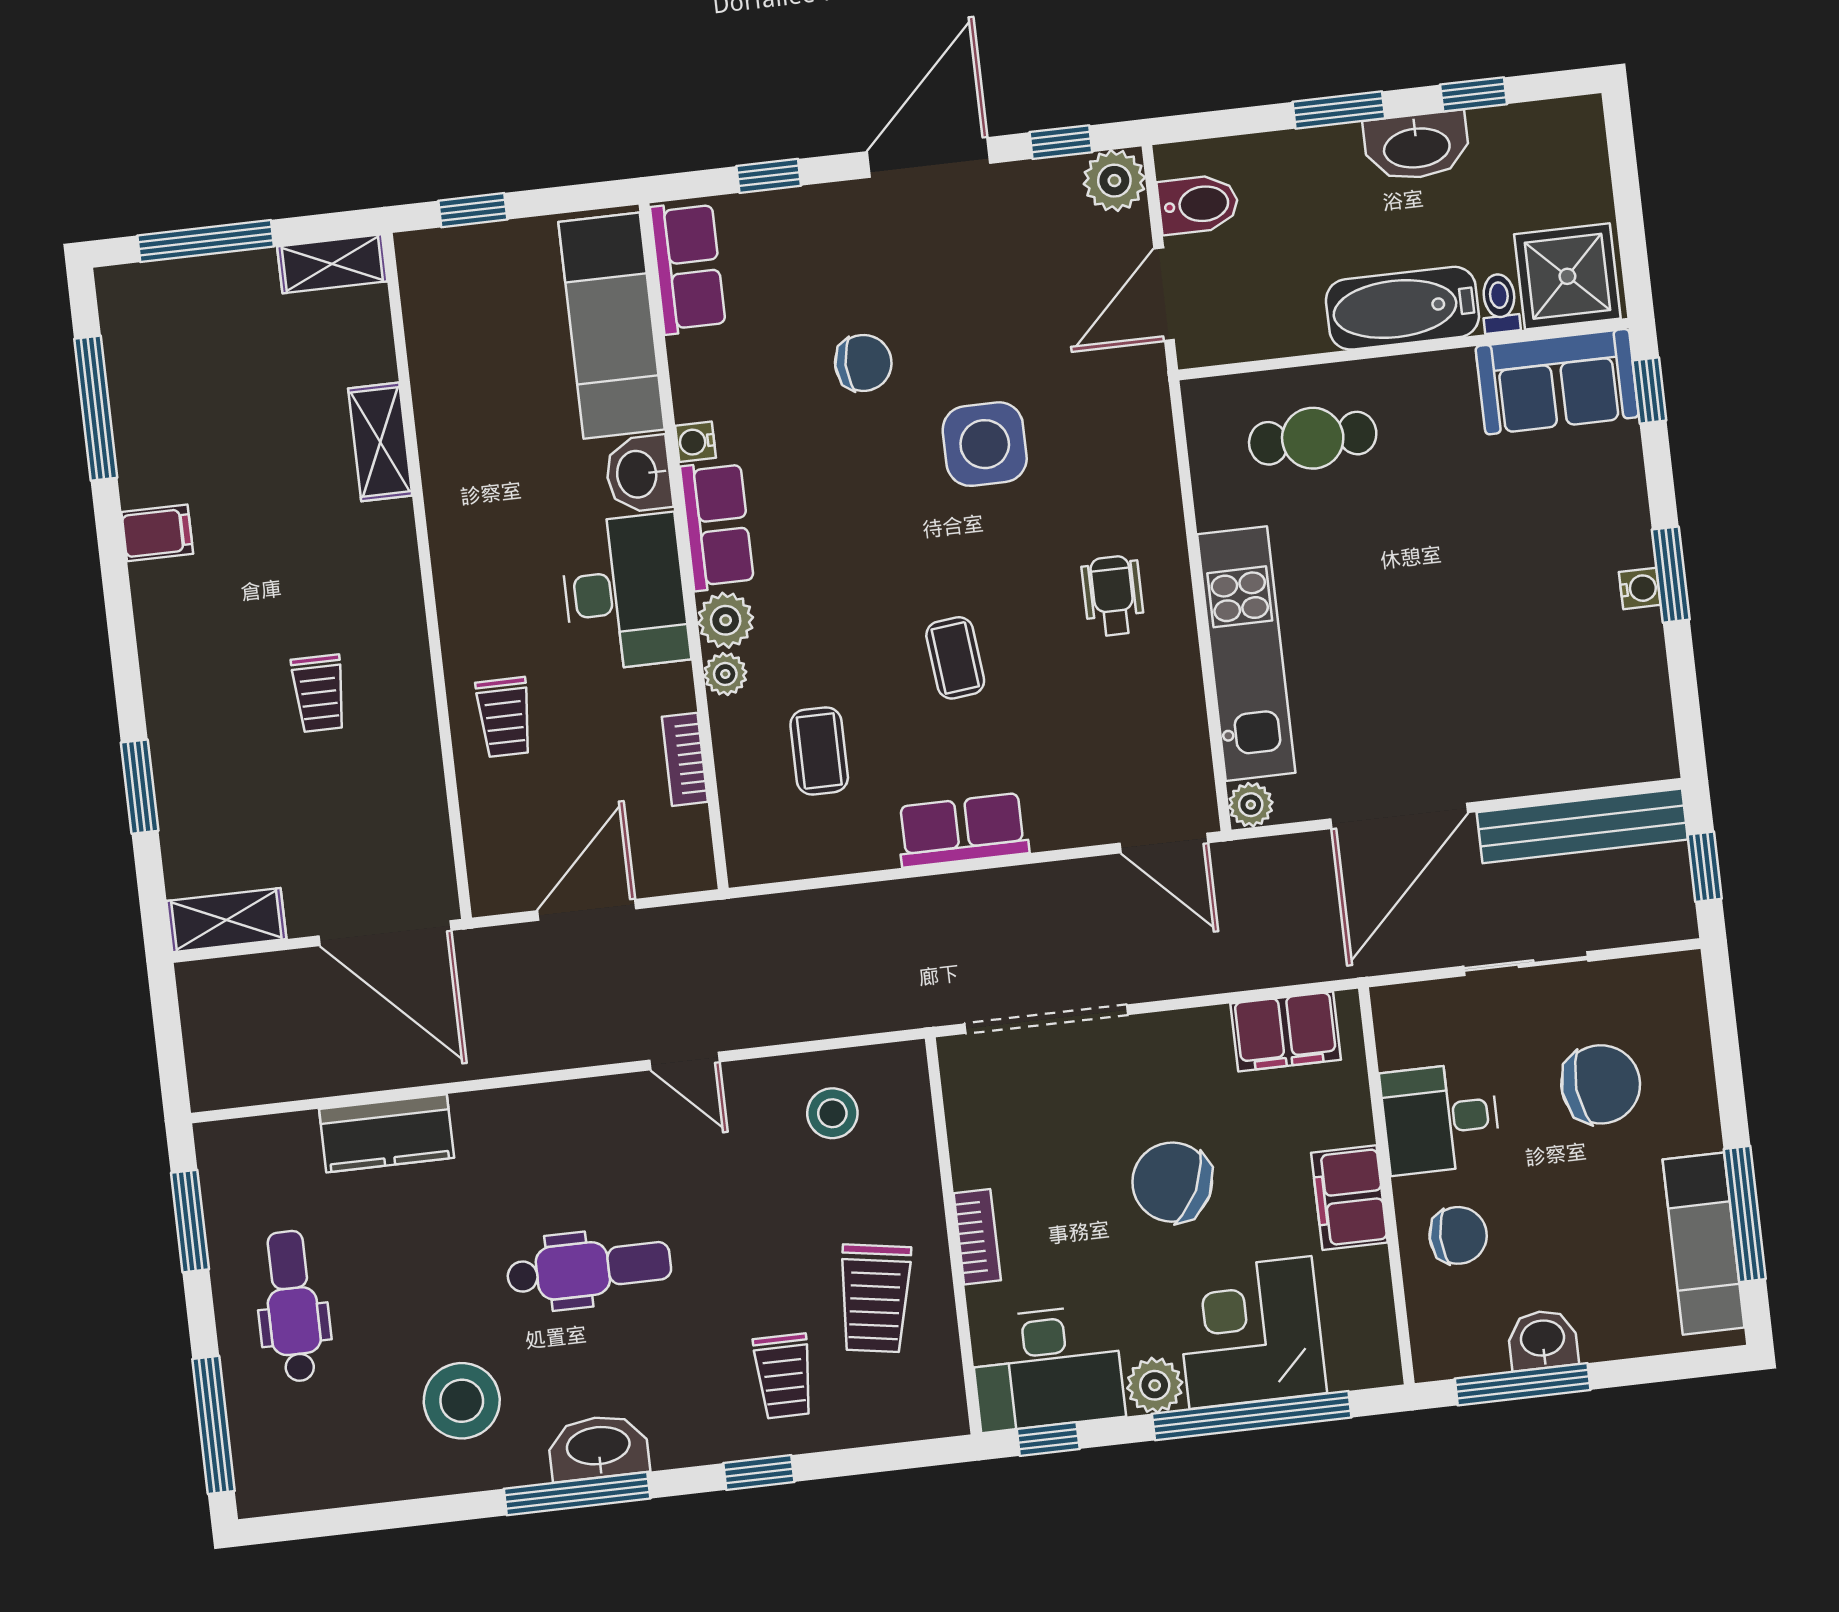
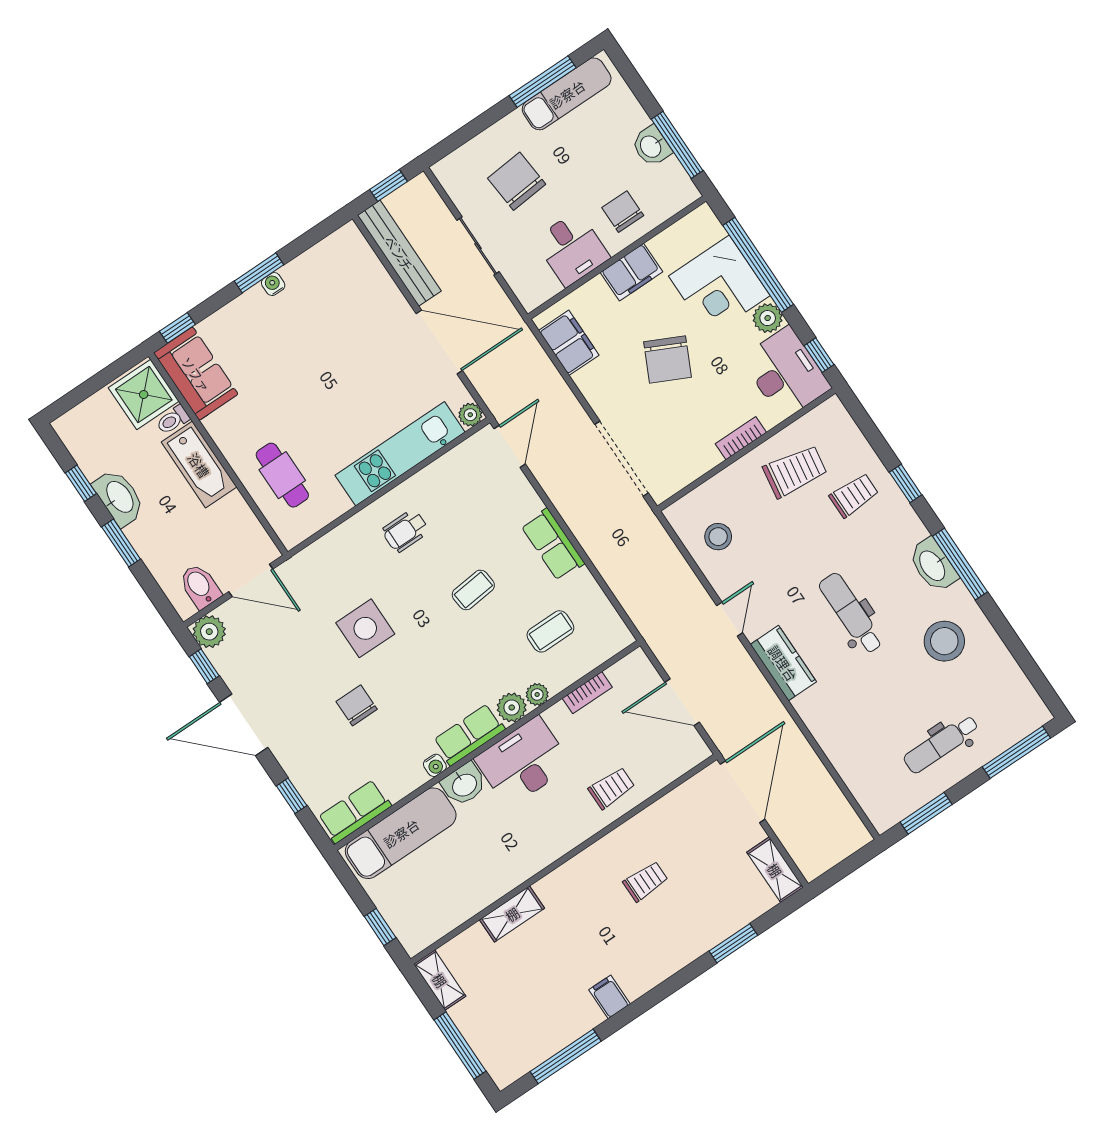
kitchen counter: (387, 1133) -> (783, 663), moved

